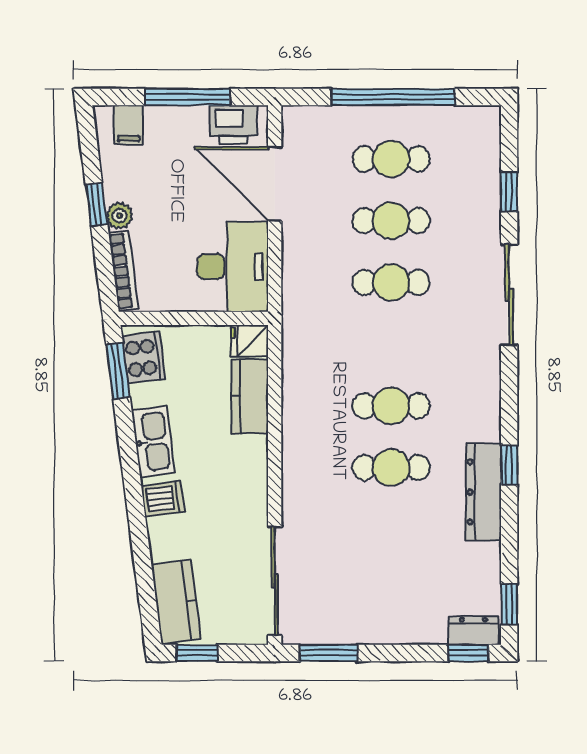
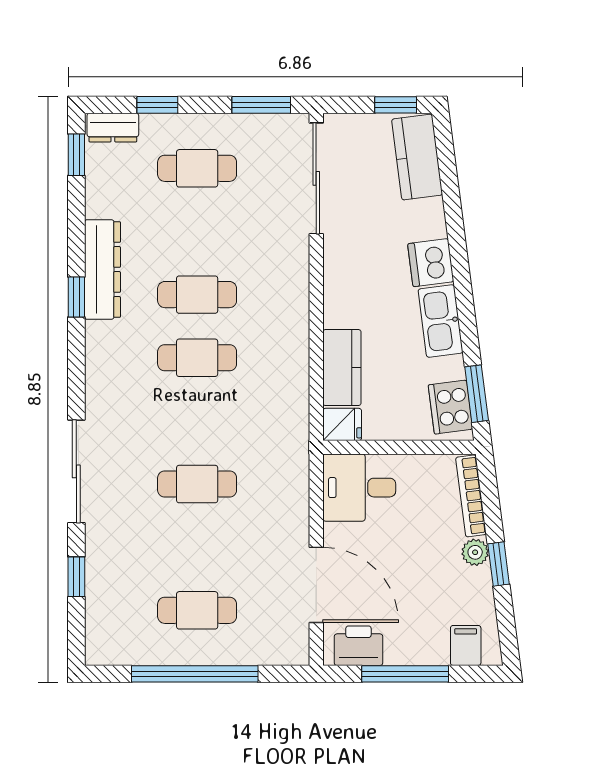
cafe table: (391, 221) -> (197, 168), moved
desk: (233, 267) -> (359, 488), width x0.73
dishwasher: (163, 499) -> (431, 263), width x1.38
window: (468, 653) -> (157, 105), moved

